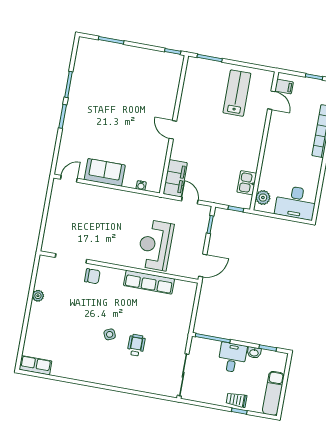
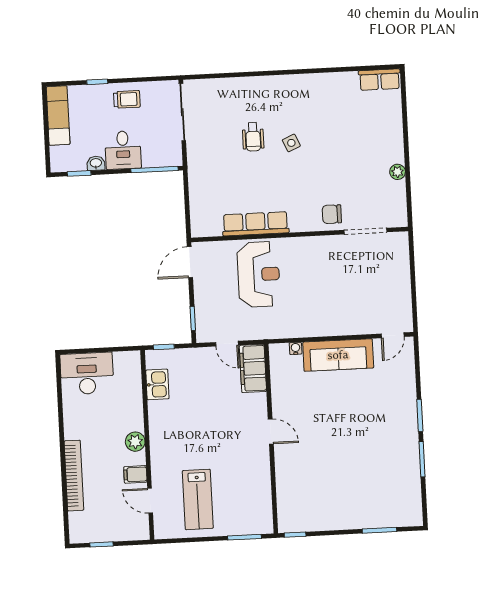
filing cabinet: (284, 87) -> (135, 474), moved
sofa: (105, 172) -> (338, 355), width x1.36
plant: (263, 198) -> (135, 442), moved
trolley: (237, 400) -> (127, 99), moved

